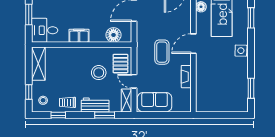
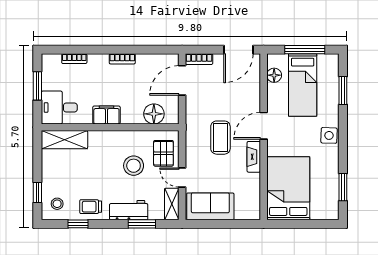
shelving: (38, 64) -> (64, 140), moved, turned 90
fireplace: (186, 77) -> (254, 157), moved
bed: (211, 89) -> (288, 188), added

